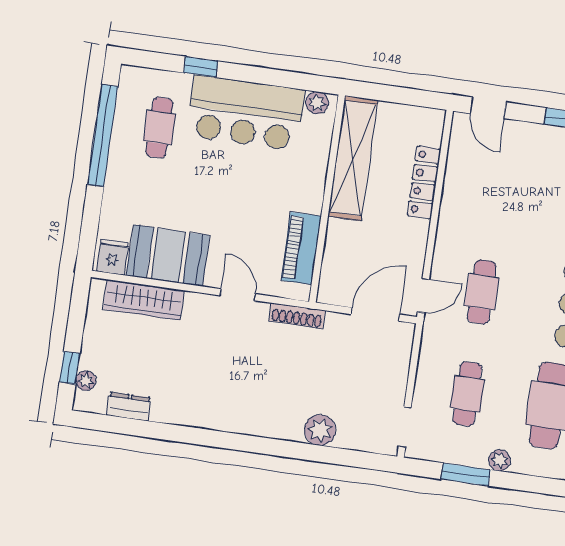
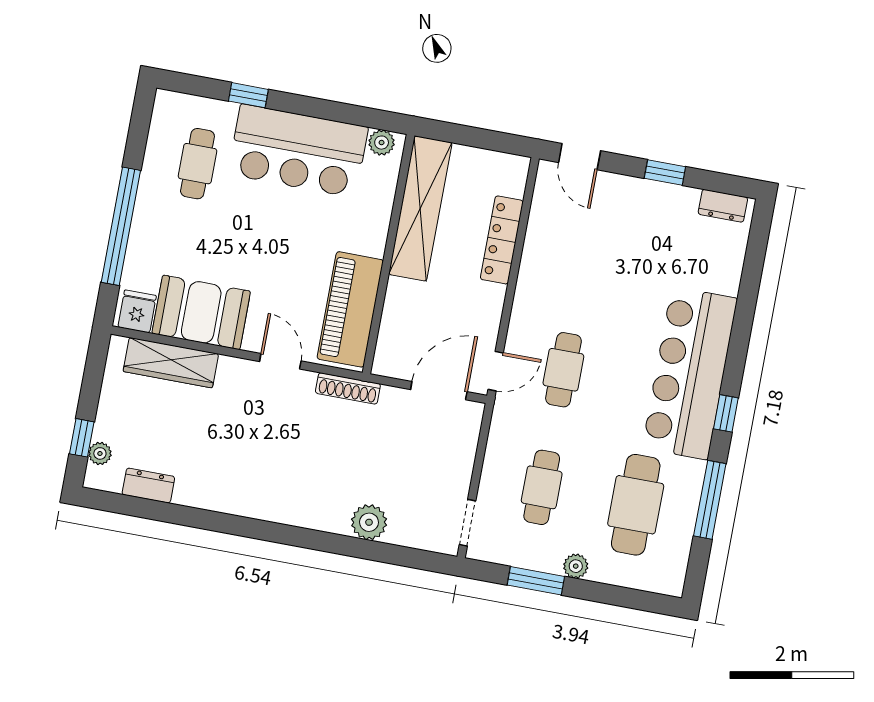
window: (103, 135) -> (121, 226), moved
piano: (301, 248) -> (350, 309), width x1.37, depth x1.33

